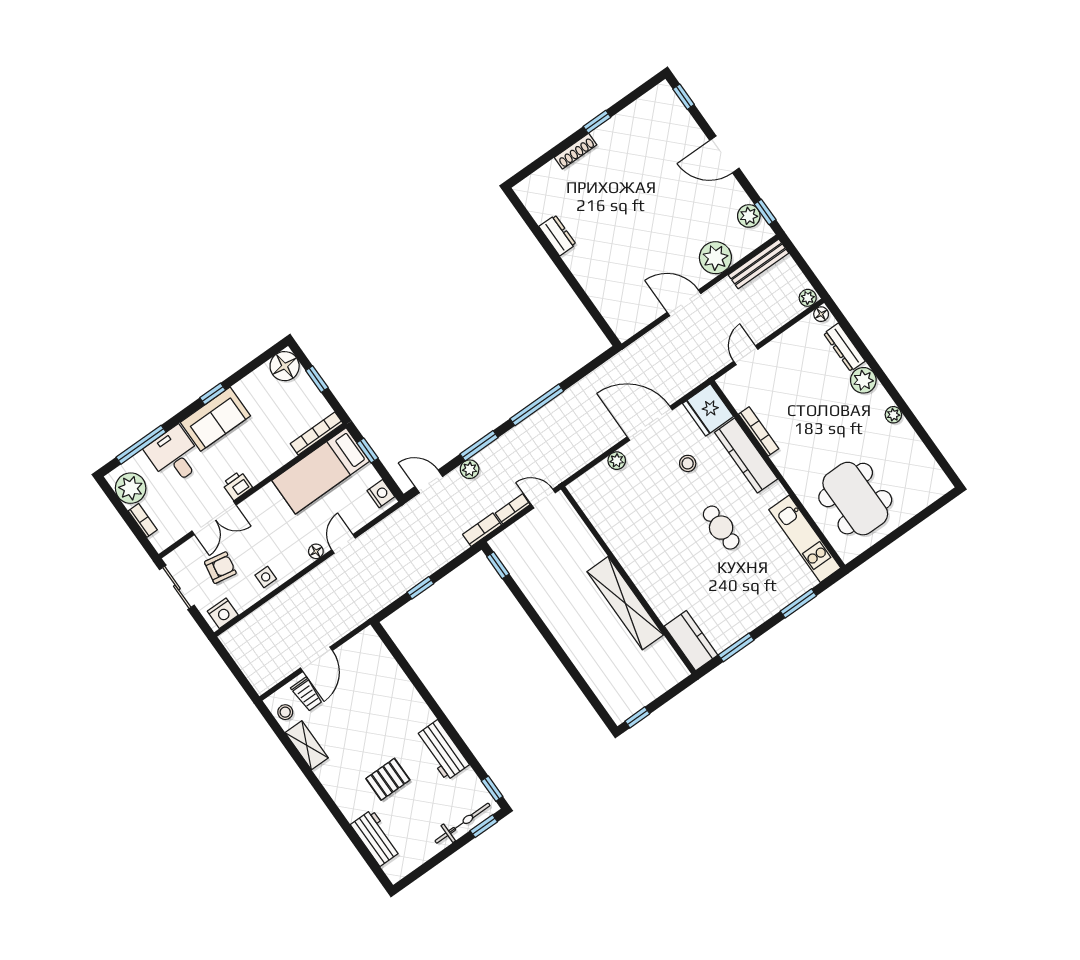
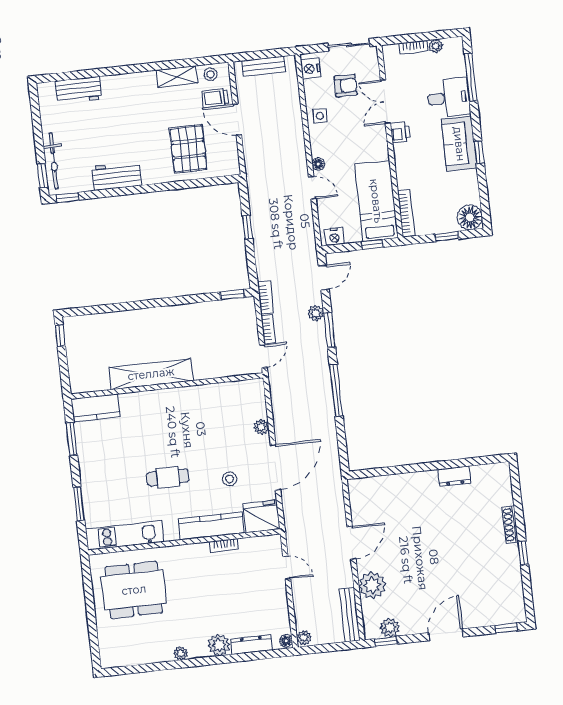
bookcase: (759, 431) -> (224, 545), width x0.64
plant: (131, 488) -> (436, 46), width x0.53, depth x0.53
armchair: (220, 568) -> (346, 86), turned -100
bench: (247, 662) -> (264, 66), added
pallet: (388, 779) -> (188, 149), moved, width x1.50, depth x1.42

